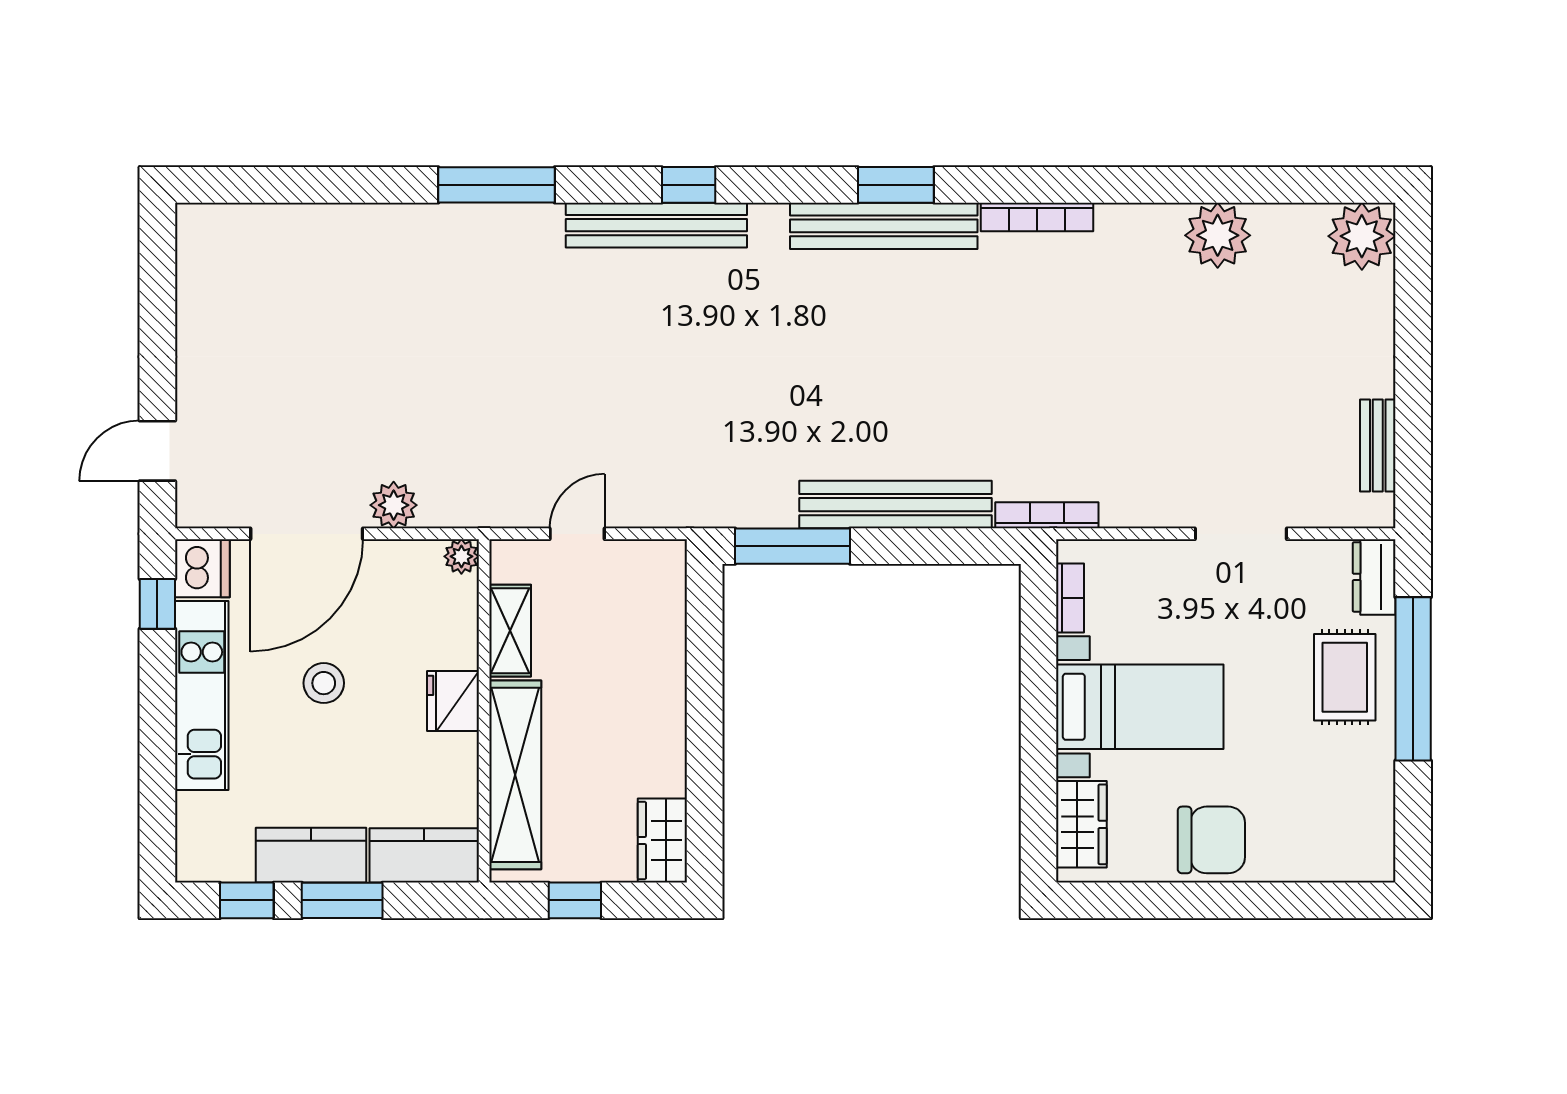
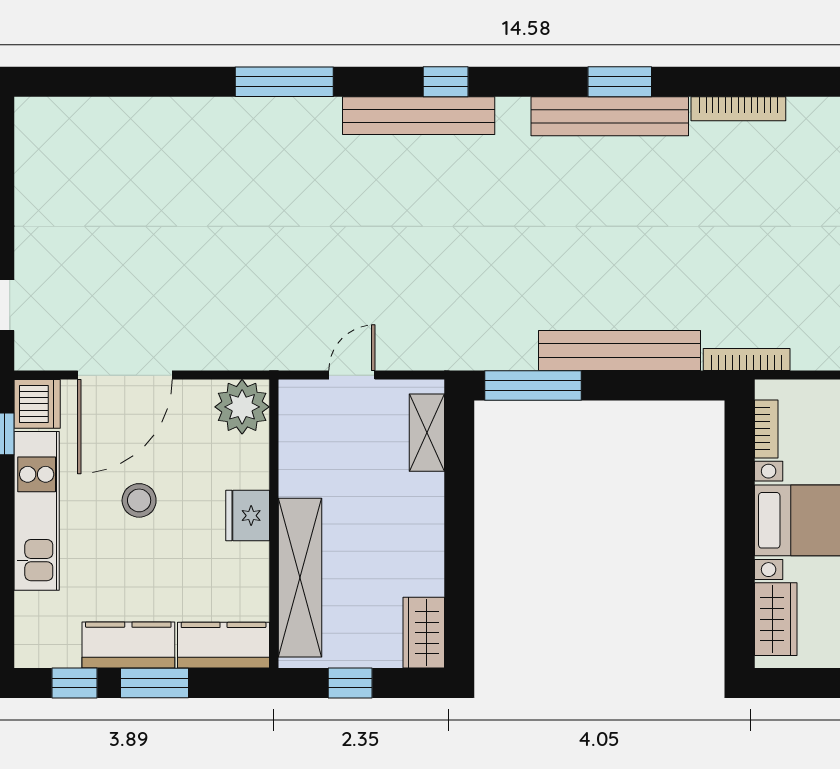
plant: (394, 505) -> (198, 351), removed
plant: (461, 556) -> (242, 407), width x1.88, depth x1.88
shelving: (510, 631) -> (427, 433), moved

